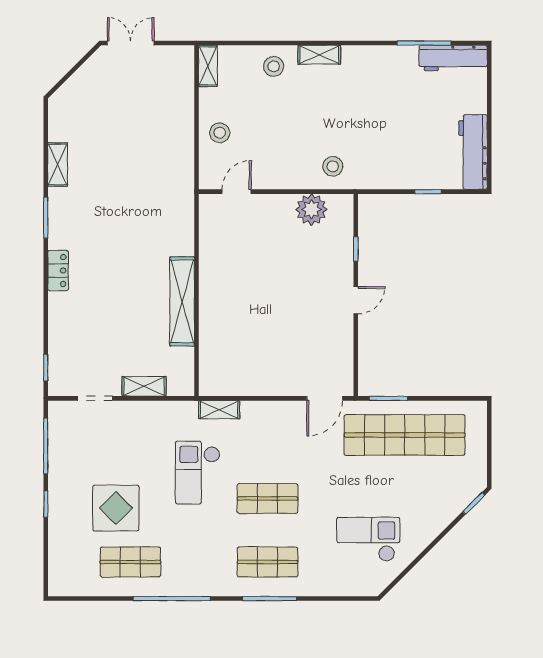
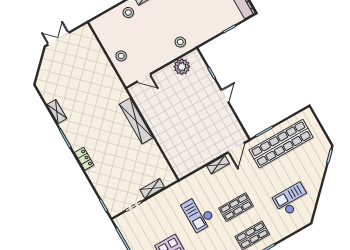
shelving: (208, 66) -> (99, 29), removed
door: (237, 192) -> (144, 78), swing flipped
shelving: (182, 301) -> (136, 121), moved
shelving: (219, 410) -> (218, 165), moved

